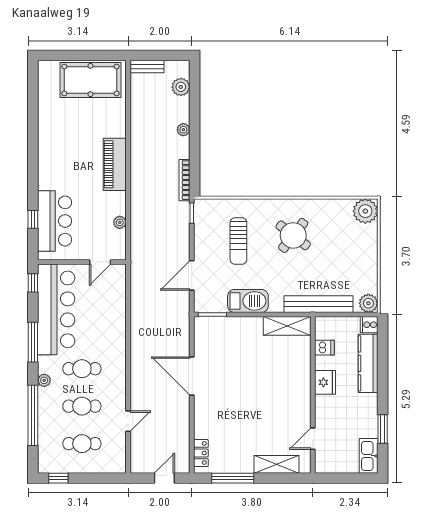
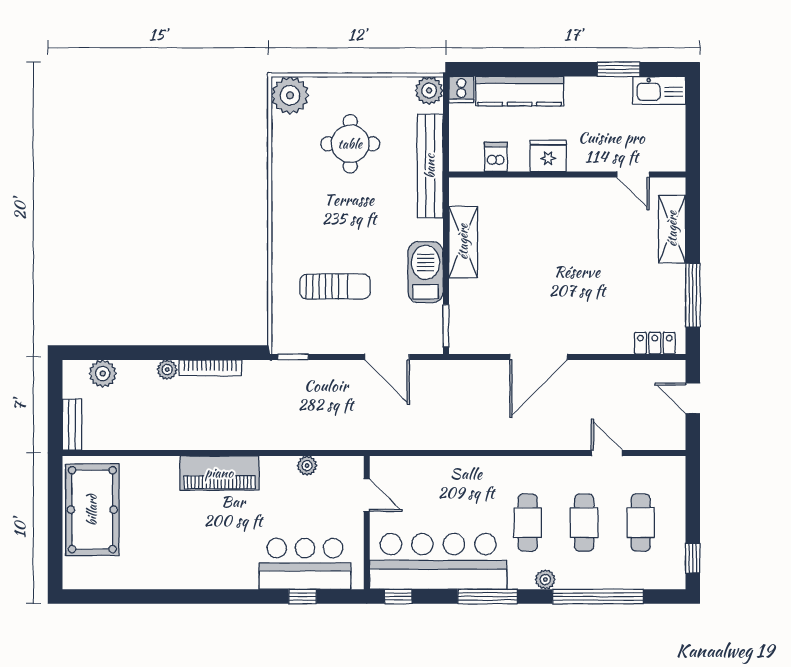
bookcase: (185, 180) -> (210, 368), moved
round table: (293, 235) -> (350, 144), moved, turned -38
shelving: (287, 326) -> (463, 242), moved

